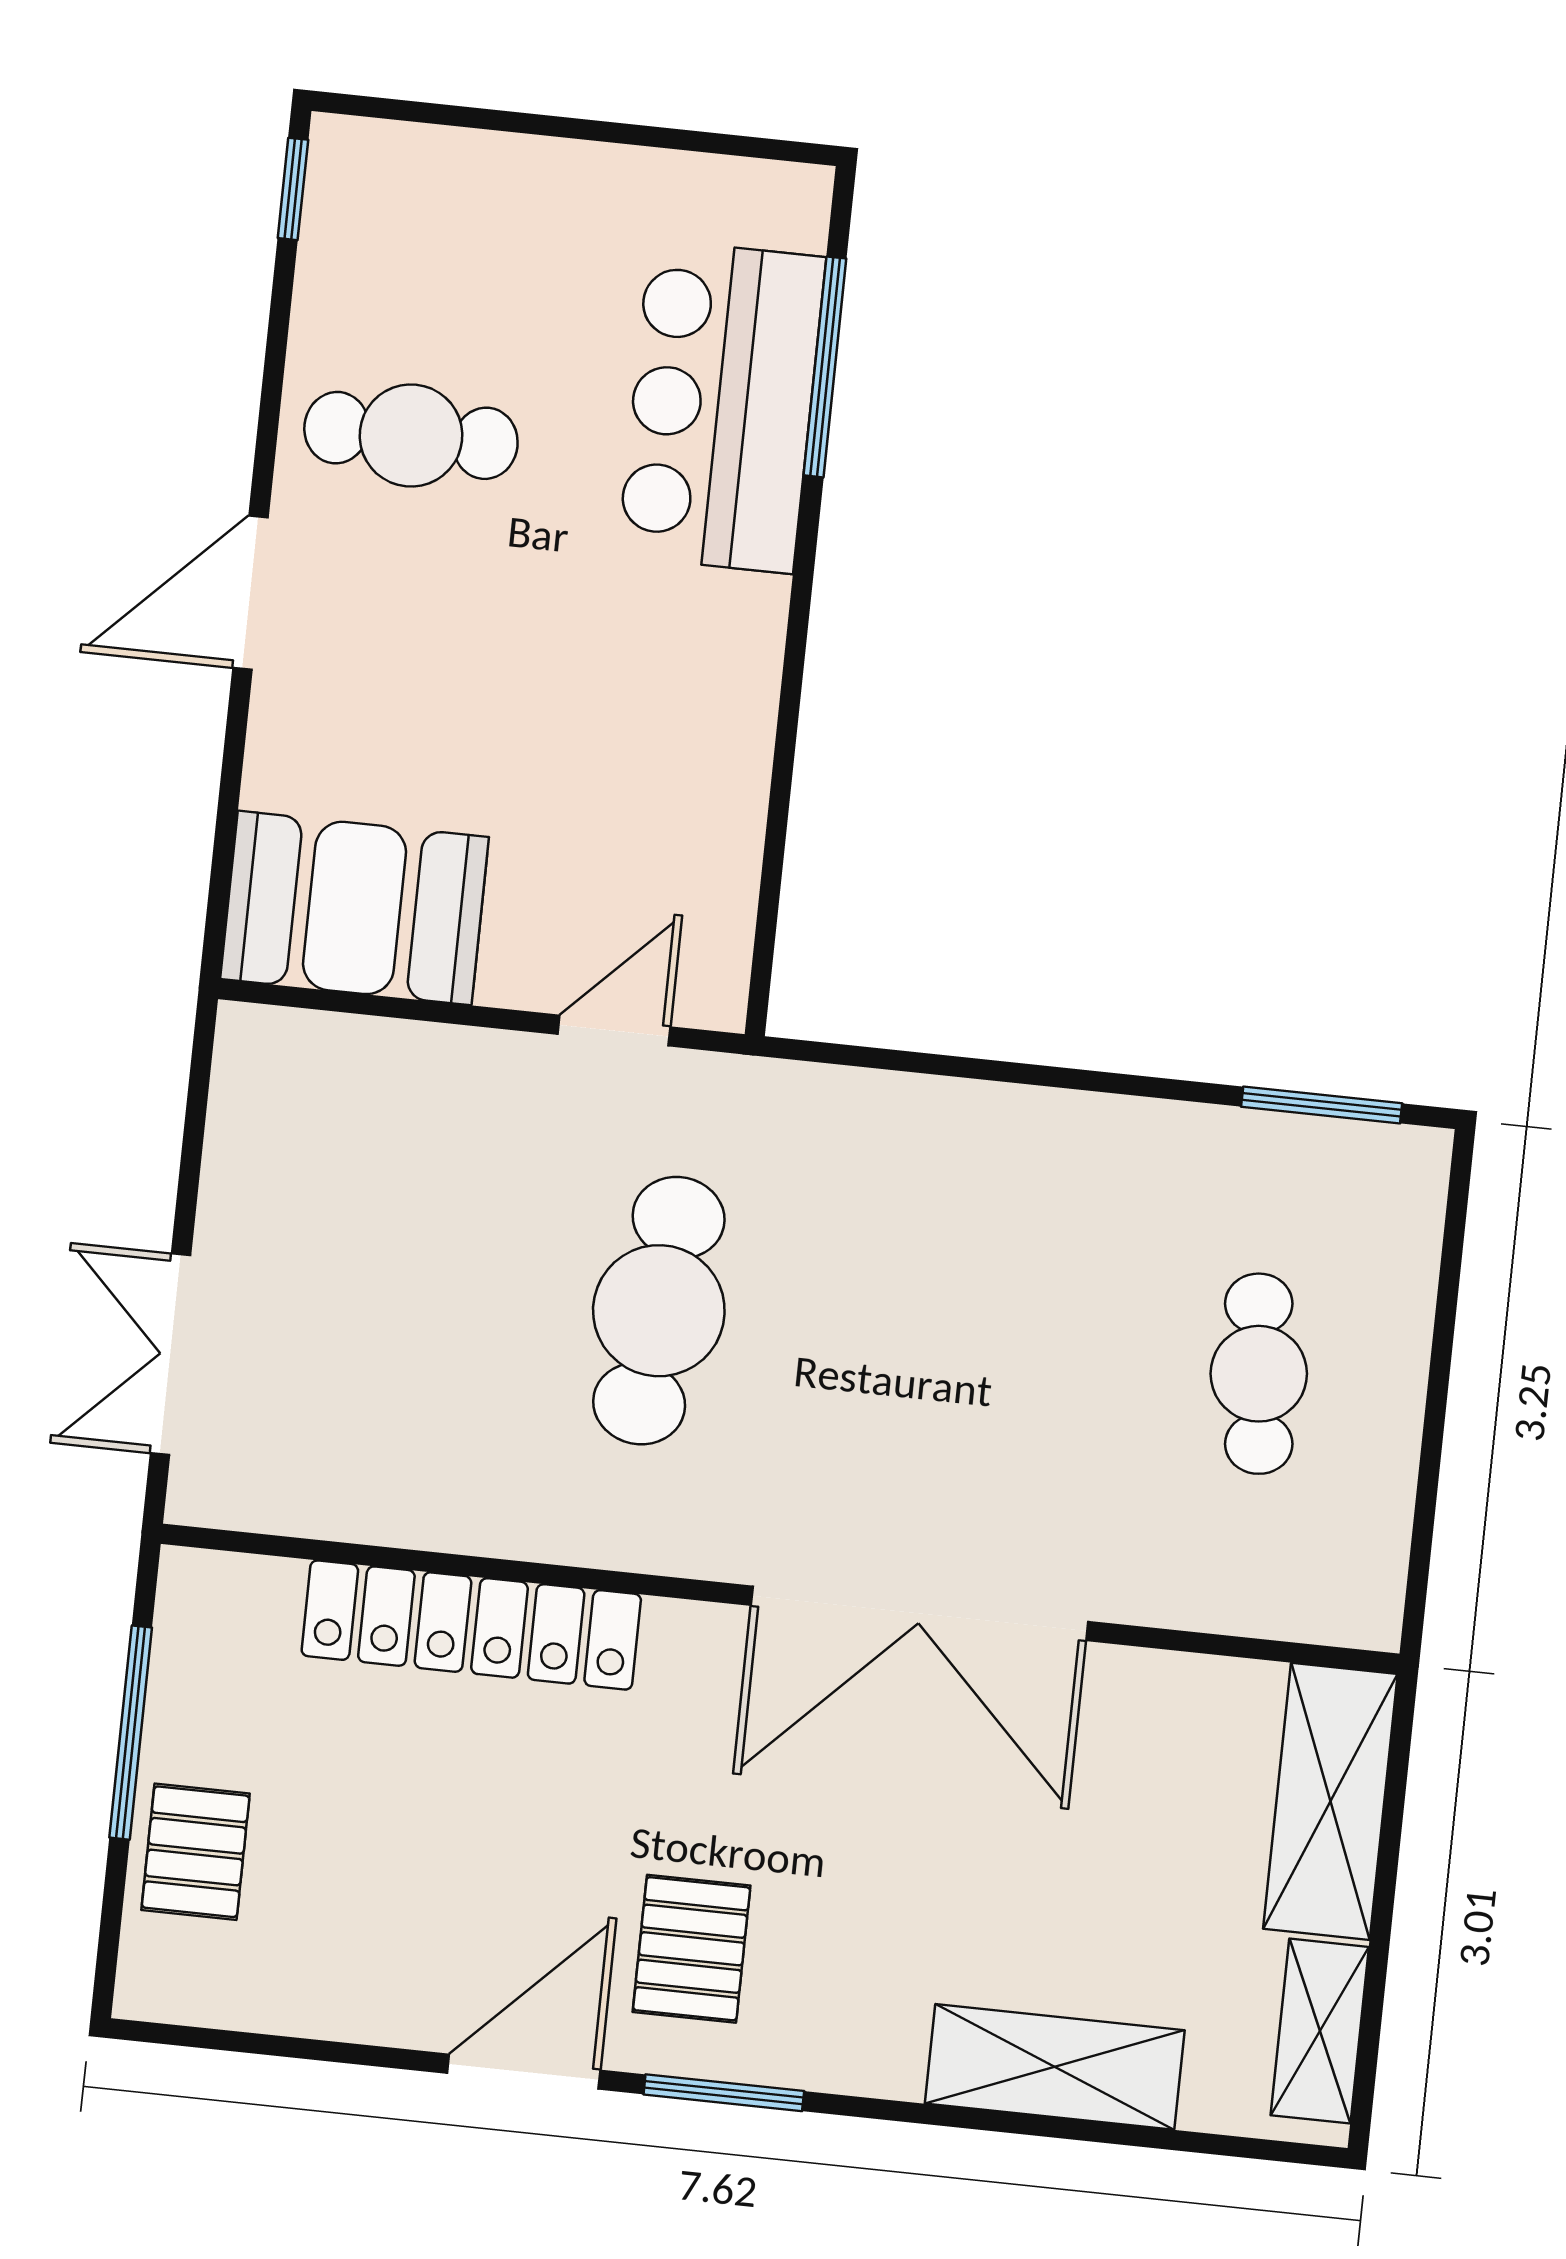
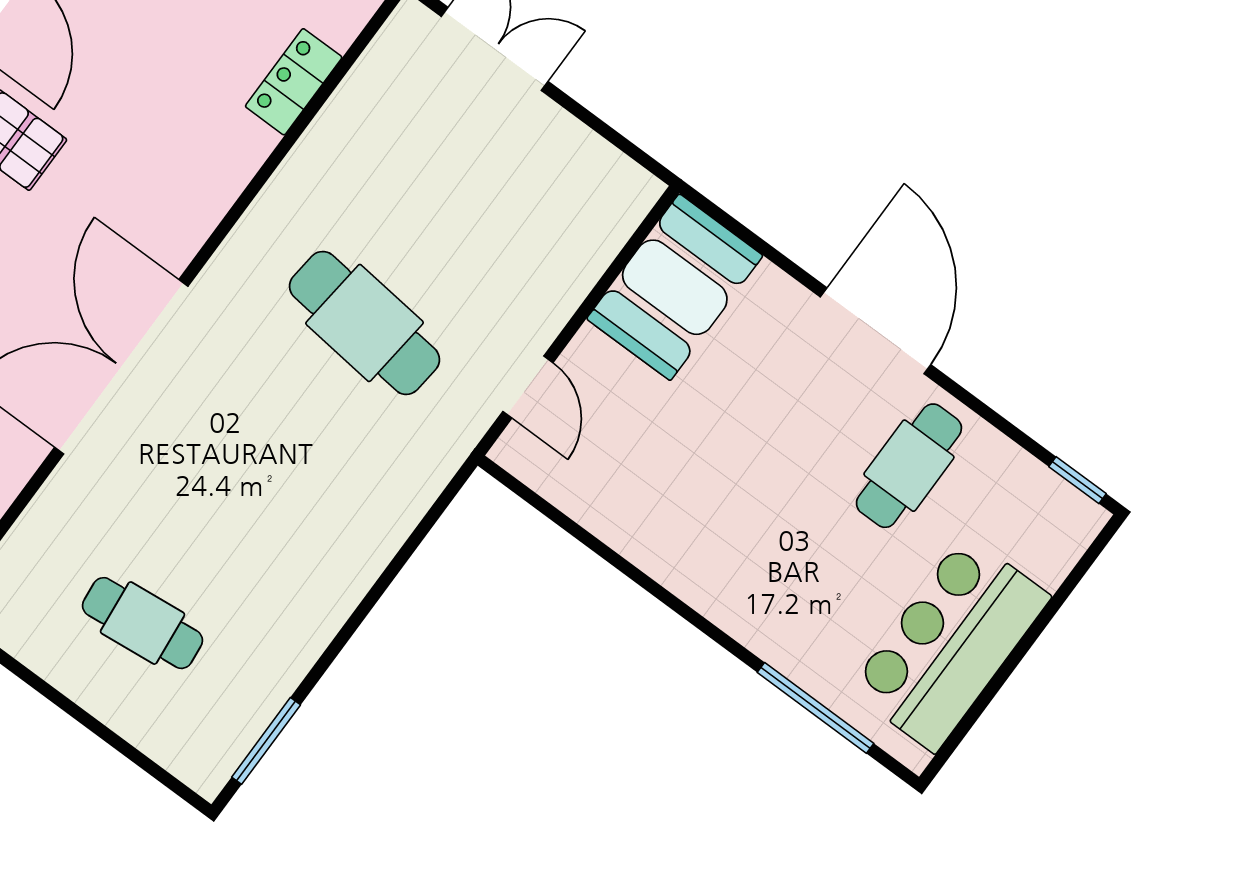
bar counter: (721, 407) -> (950, 643), moved, turned -90
door: (251, 593) -> (875, 331), width x1.36
locker: (471, 1625) -> (294, 82), width x0.46, depth x0.83

